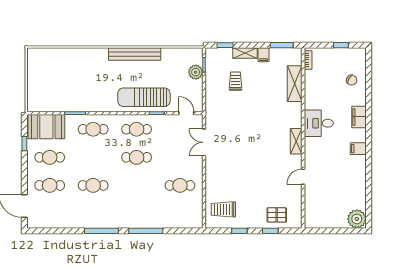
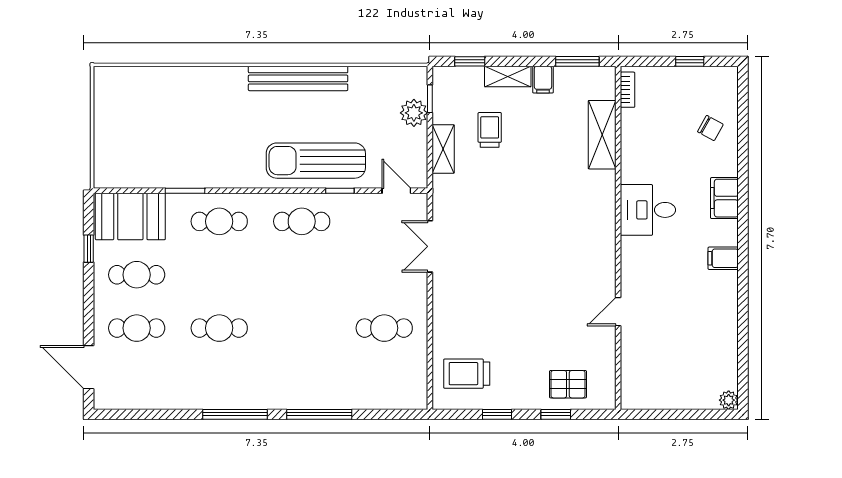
shelving: (296, 141) -> (443, 149), moved
cafe table: (137, 157) -> (302, 275), removed
plant: (357, 219) -> (729, 400), width x0.53, depth x0.53

